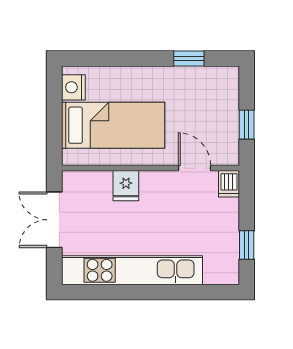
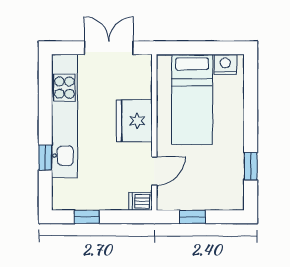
fridge: (126, 186) -> (134, 121), width x1.88, depth x1.34
window: (179, 292) -> (45, 158), added

